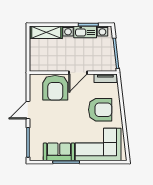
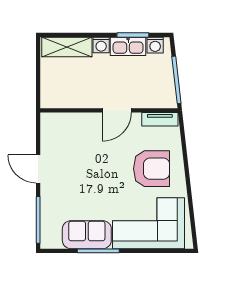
armchair: (55, 88) -> (81, 134), removed
door: (28, 110) -> (38, 169), hinge flipped

